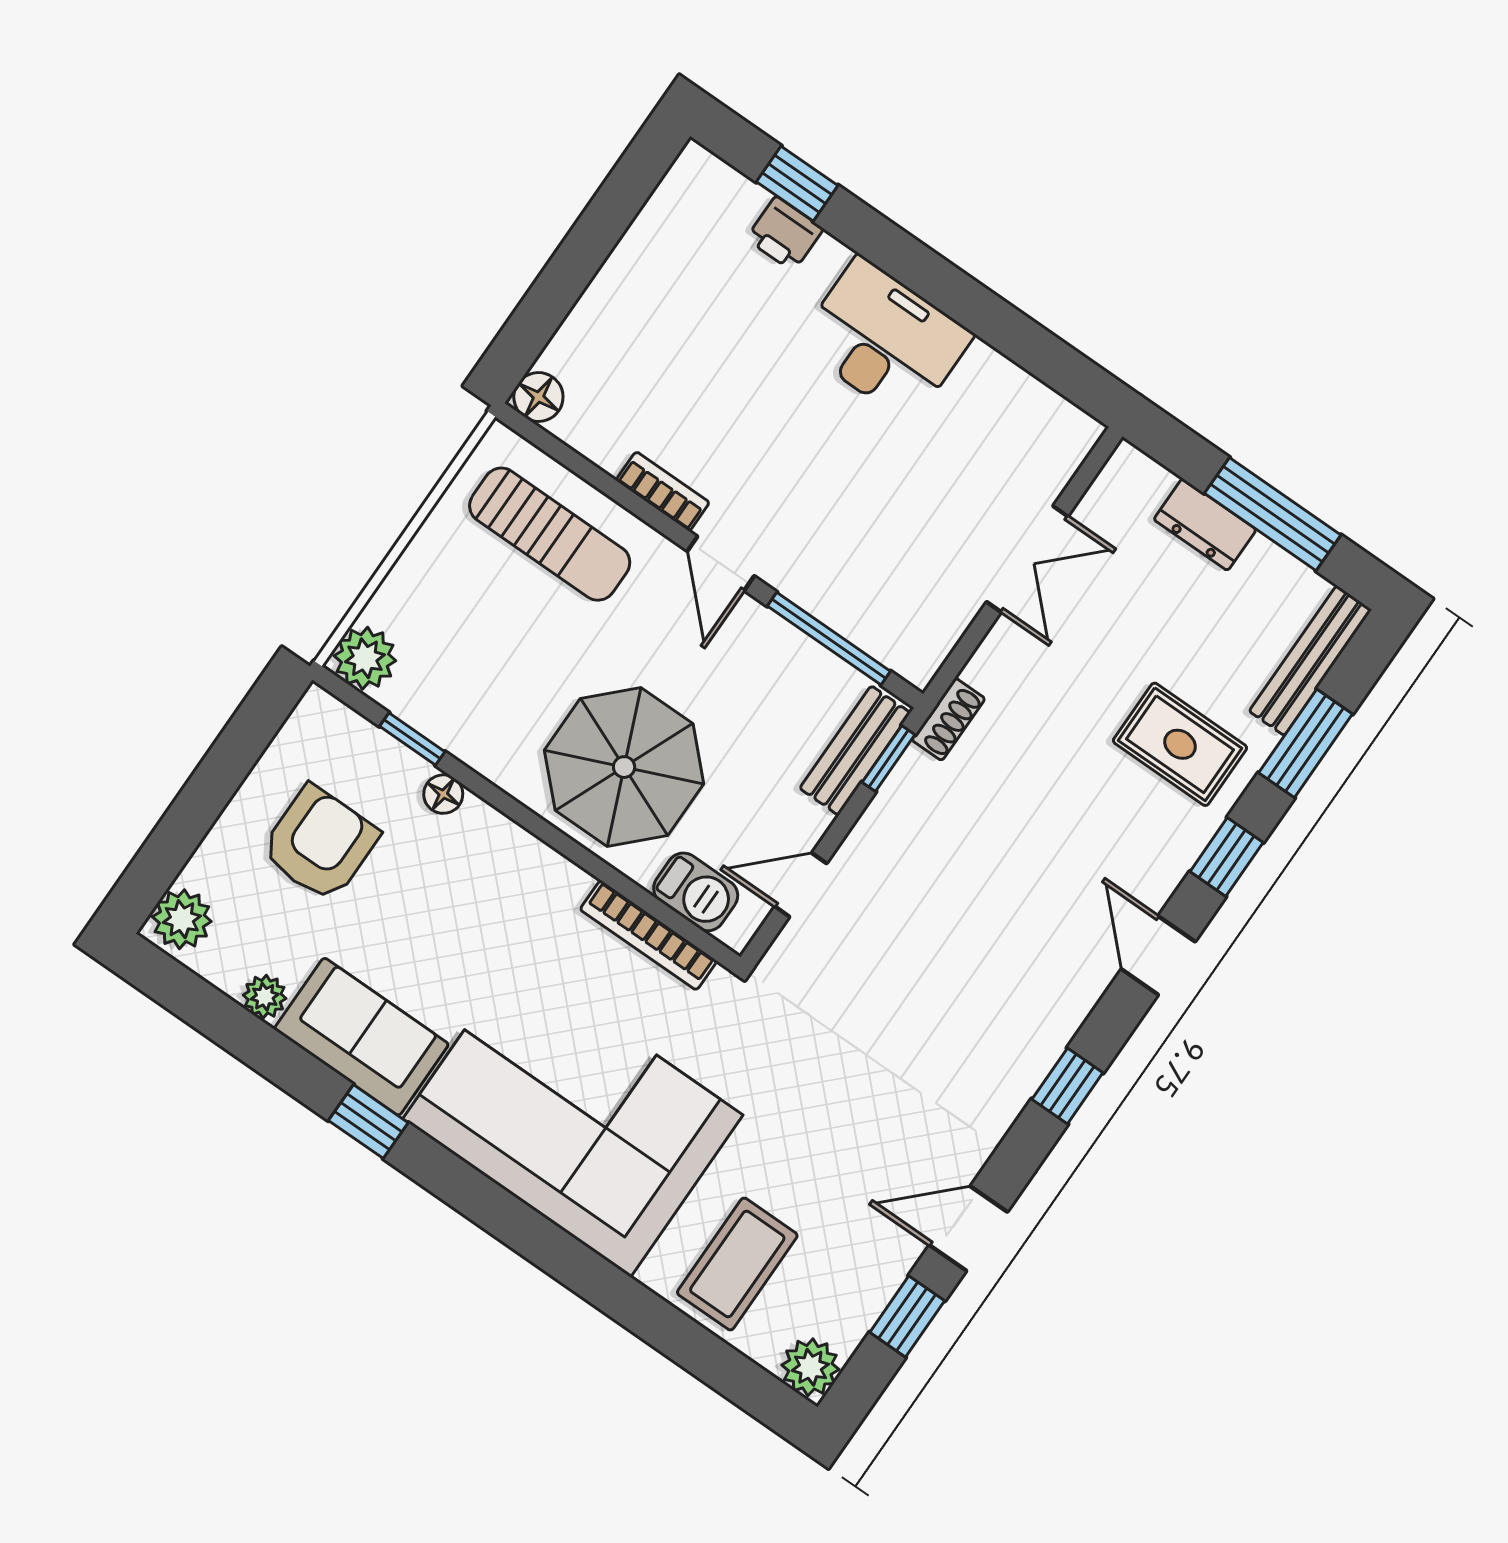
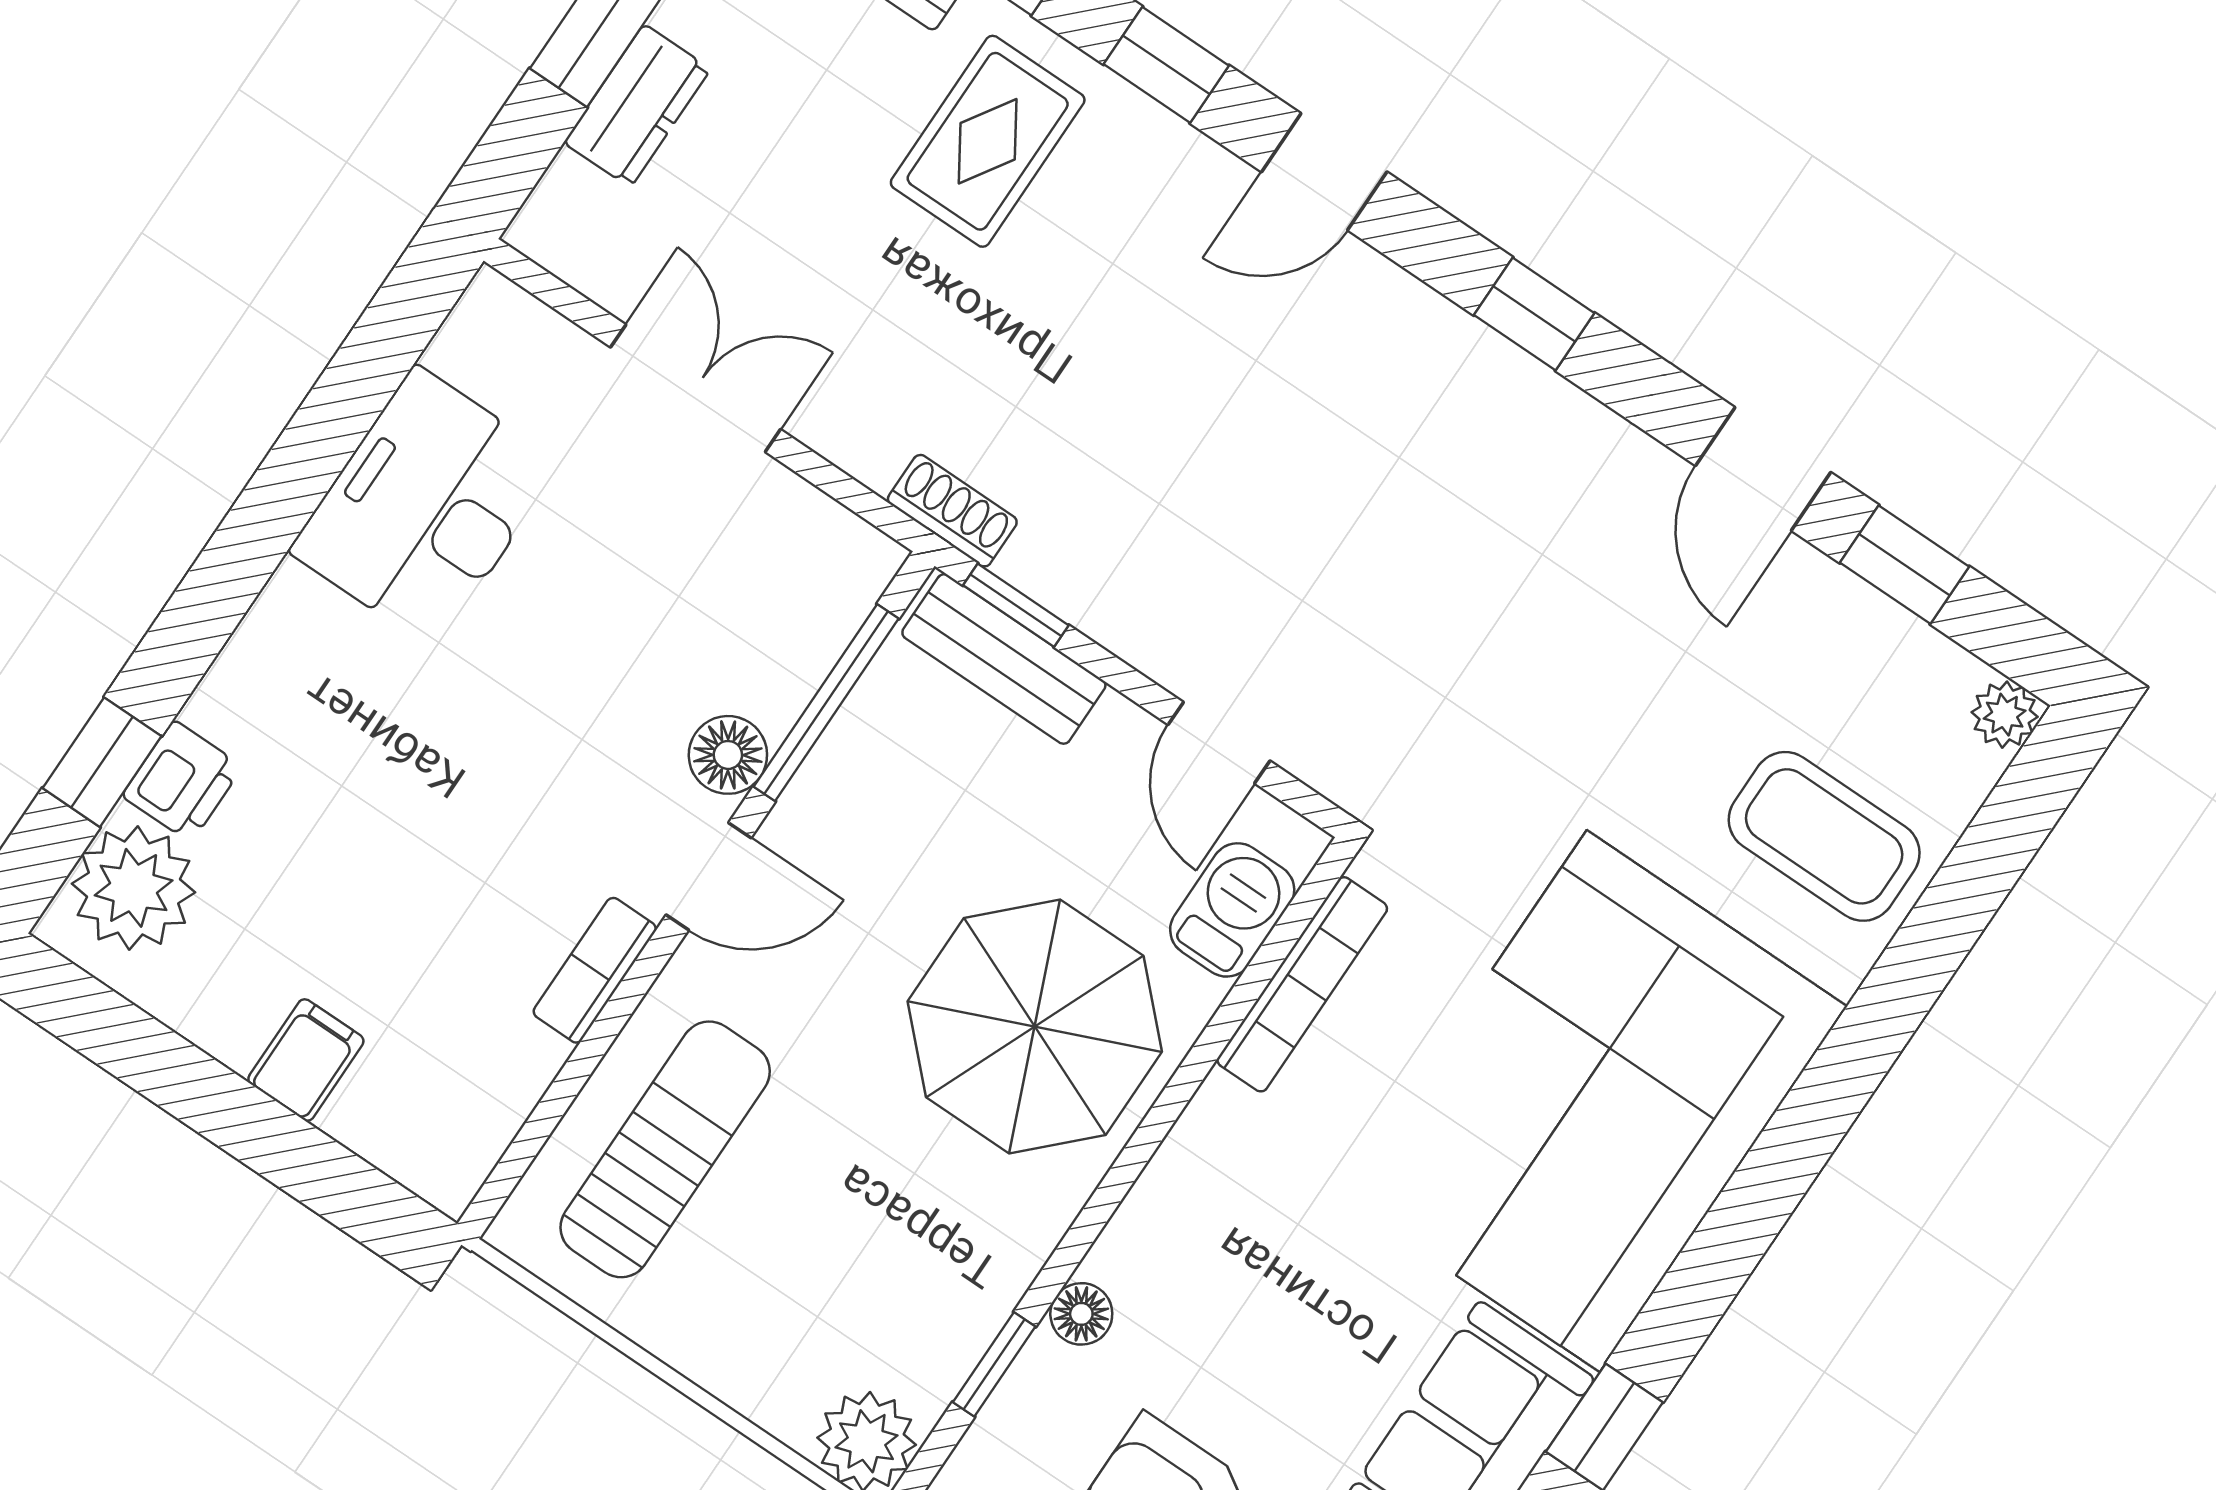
plant: (718, 202) -> (134, 888), added
filing cabinet: (609, 309) -> (306, 1060), added
desk: (885, 340) -> (425, 507), moved
floor lamp: (538, 397) -> (728, 755), moved
plant: (810, 1367) -> (2005, 715), width x0.73, depth x0.73

